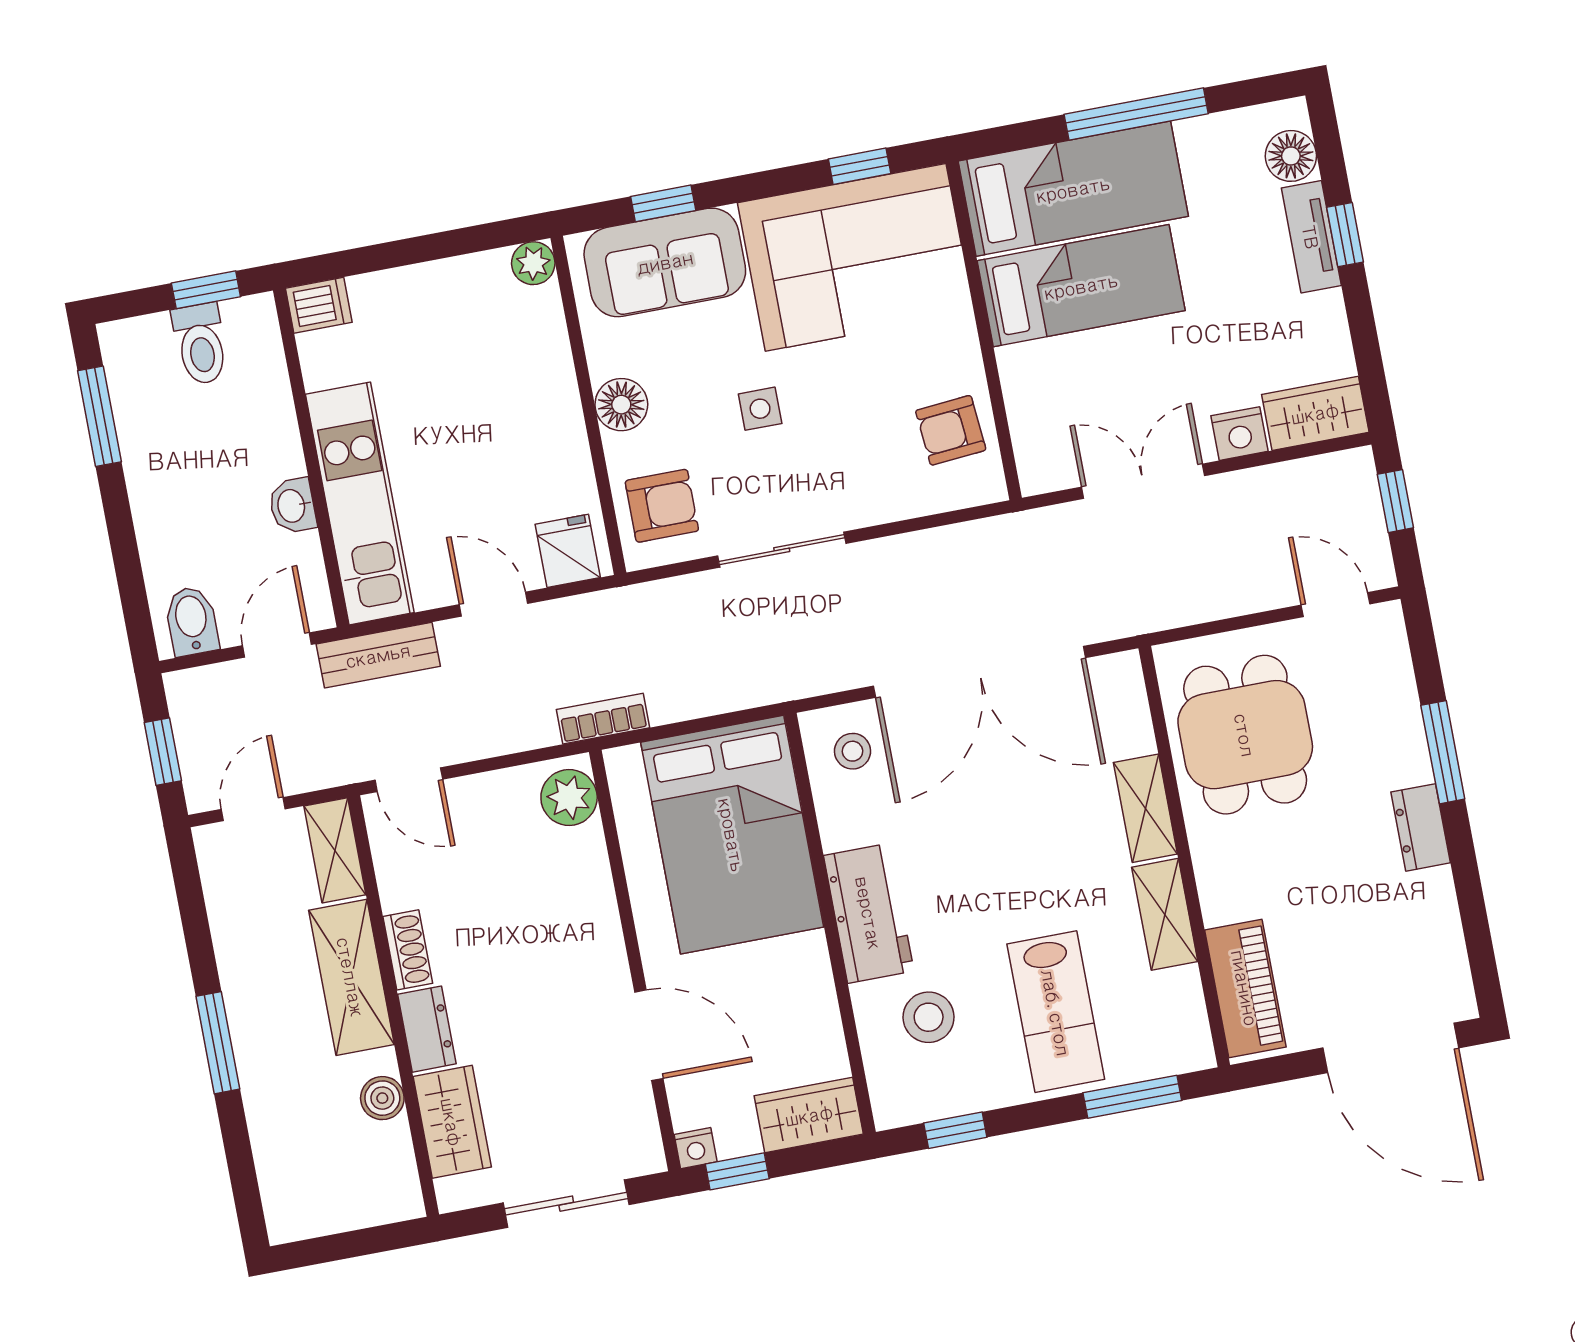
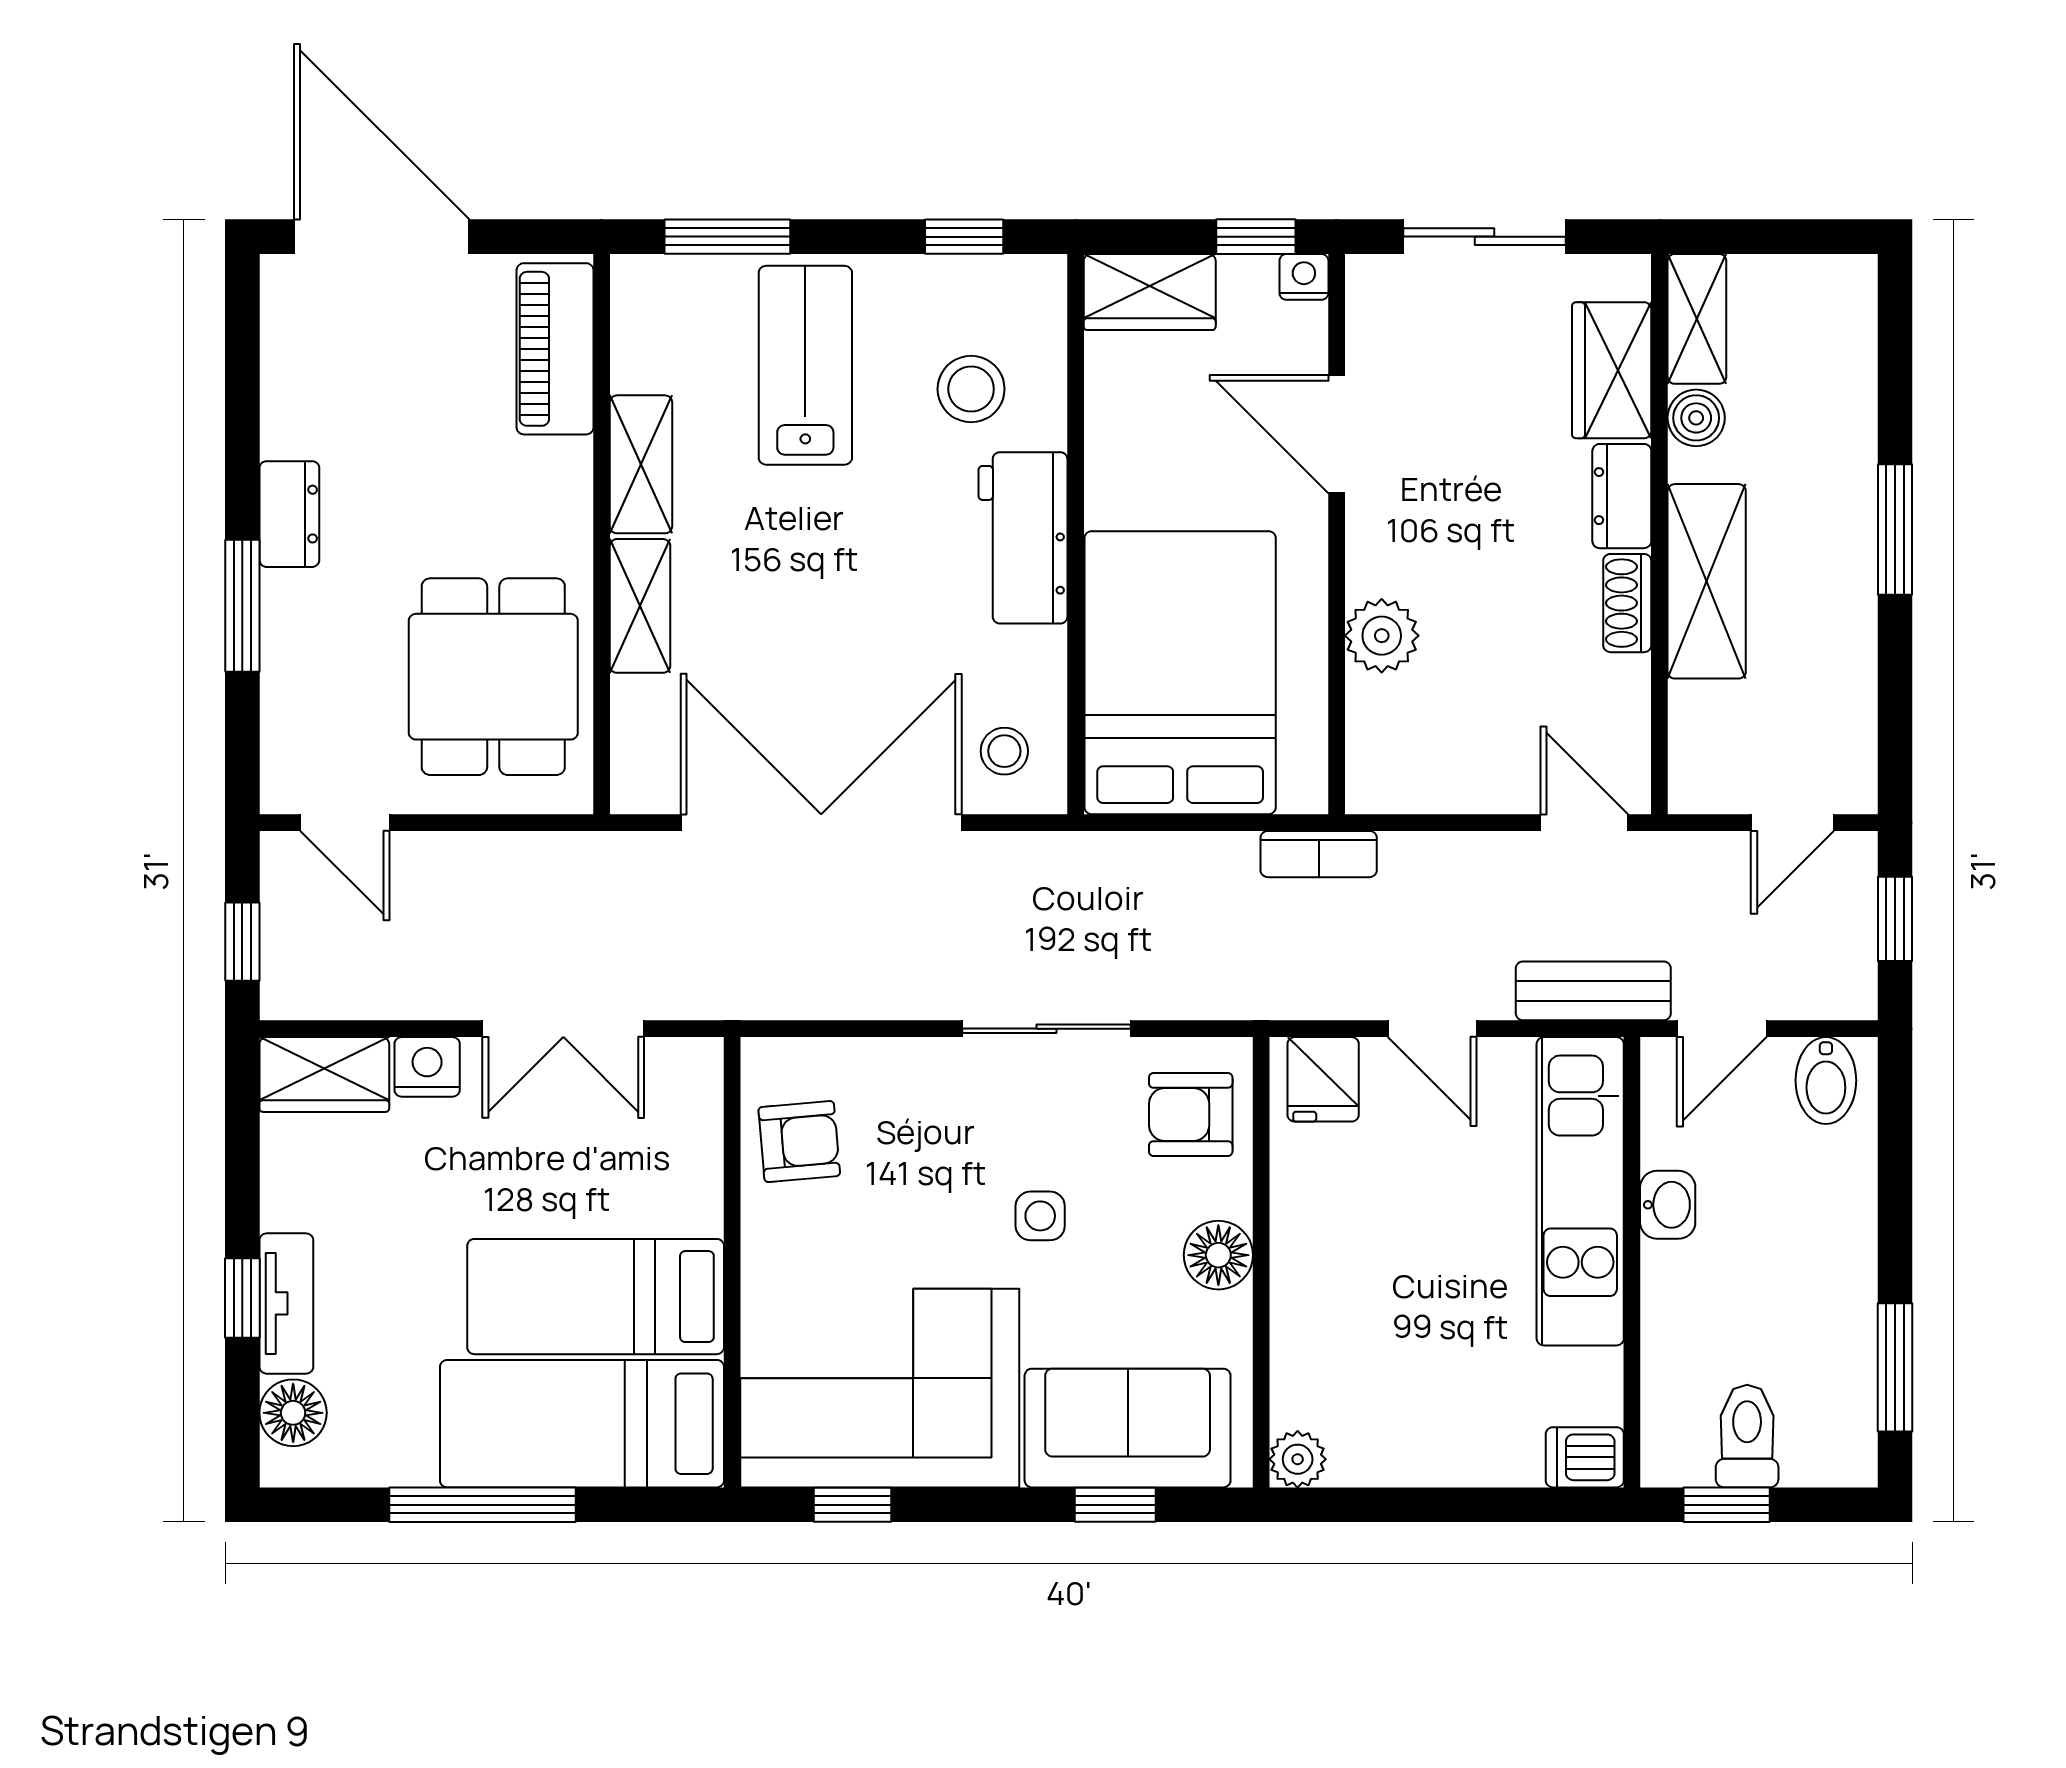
plant: (569, 797) -> (1382, 636), moved
shelving: (335, 850) -> (1697, 319), moved

